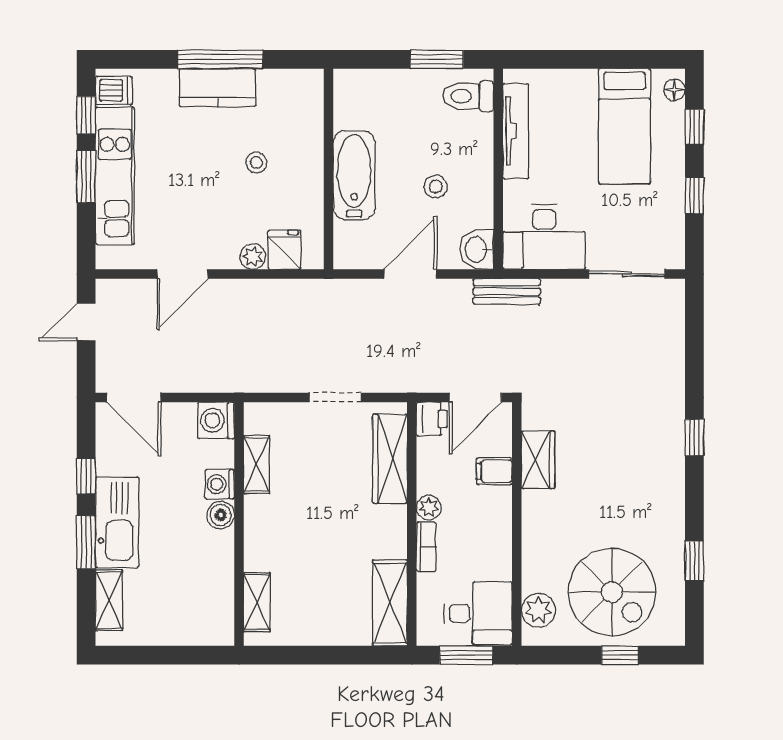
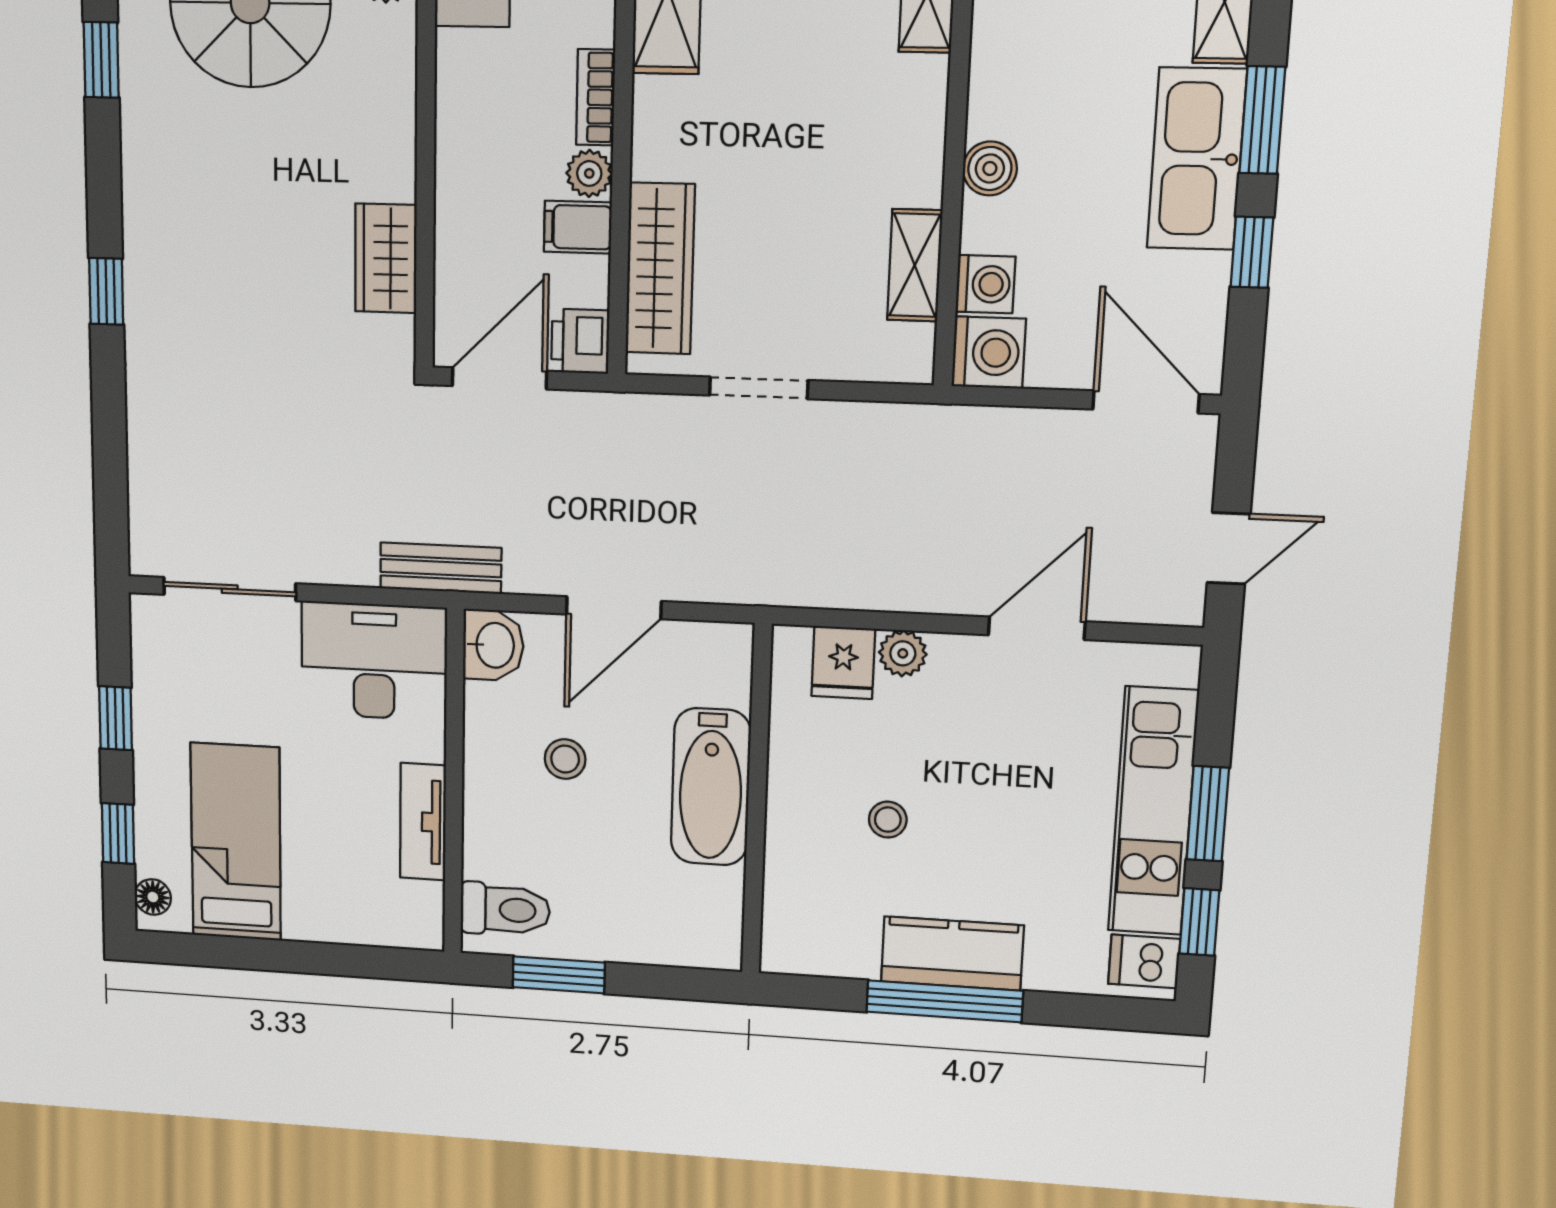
tv unit: (516, 131) -> (423, 822), width x0.71
filing cabinet: (494, 471) -> (578, 227), moved, turned 180
washing machine: (220, 484) -> (985, 284), moved

